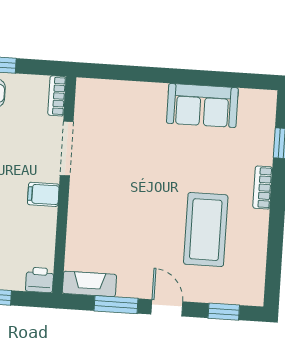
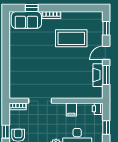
sofa: (202, 106) -> (26, 20), moved, turned 90
filing cabinet: (43, 194) -> (71, 110), moved
fireplace: (89, 284) -> (98, 75), moved

